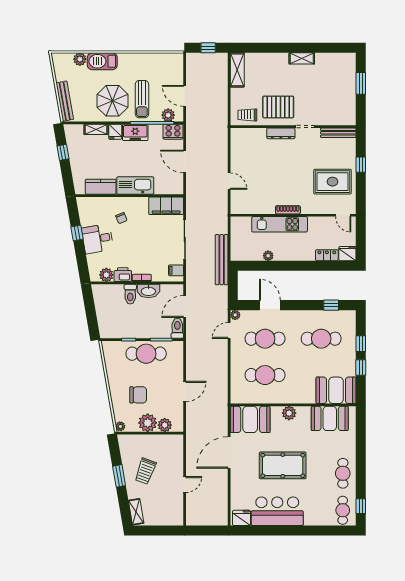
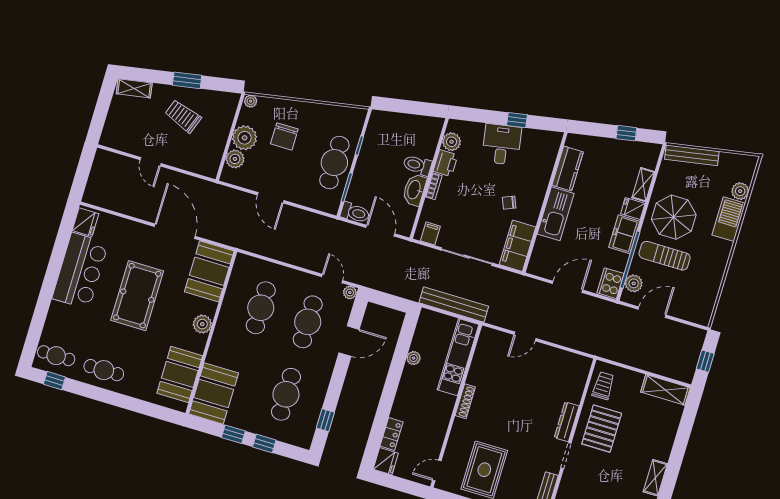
chair: (121, 218) -> (509, 203), moved
kitchen unit: (280, 224) -> (458, 357), moved
bench: (222, 260) -> (454, 305), moved

